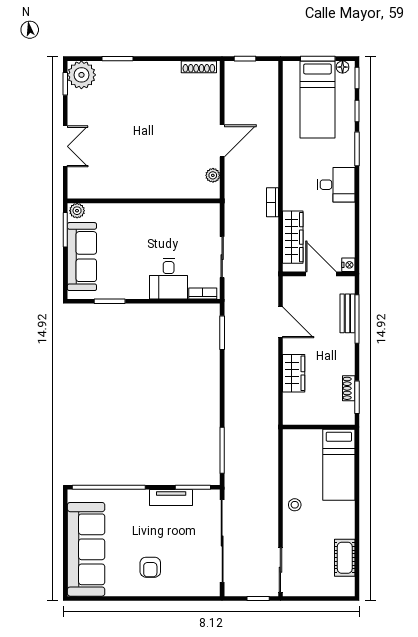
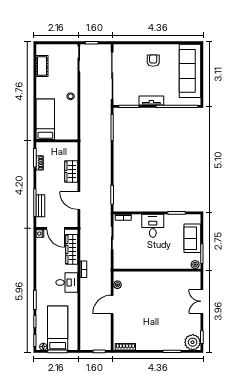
desk: (336, 185) -> (67, 282), moved, turned 180
sofa: (82, 257) -> (192, 238), width x0.73
desk: (169, 279) -> (153, 226), moved
tv unit: (171, 498) -> (151, 100), moved

